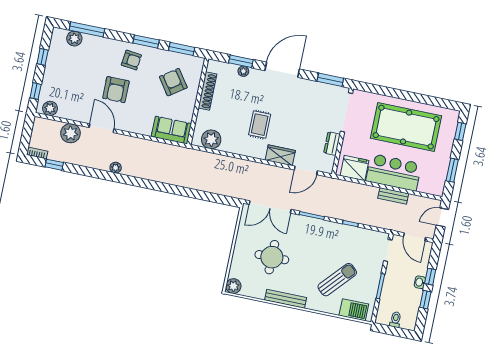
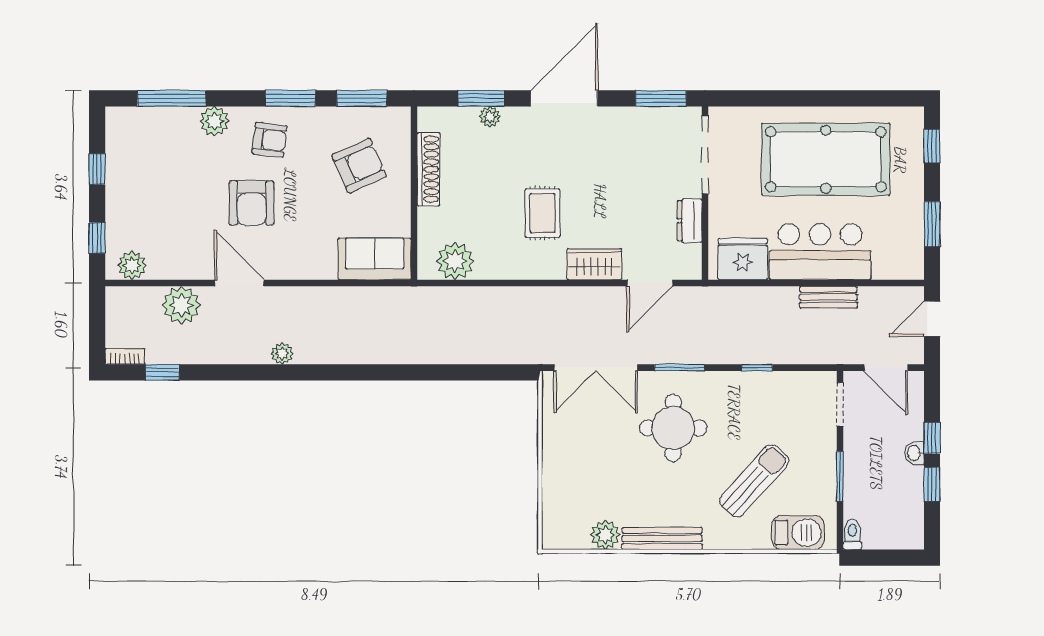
plant: (74, 39) -> (214, 121), moved
armchair: (173, 82) -> (359, 166), turned 101
round table: (272, 257) -> (673, 428), moved
plant: (233, 286) -> (605, 535), moved
toilet: (395, 320) -> (852, 535), moved

